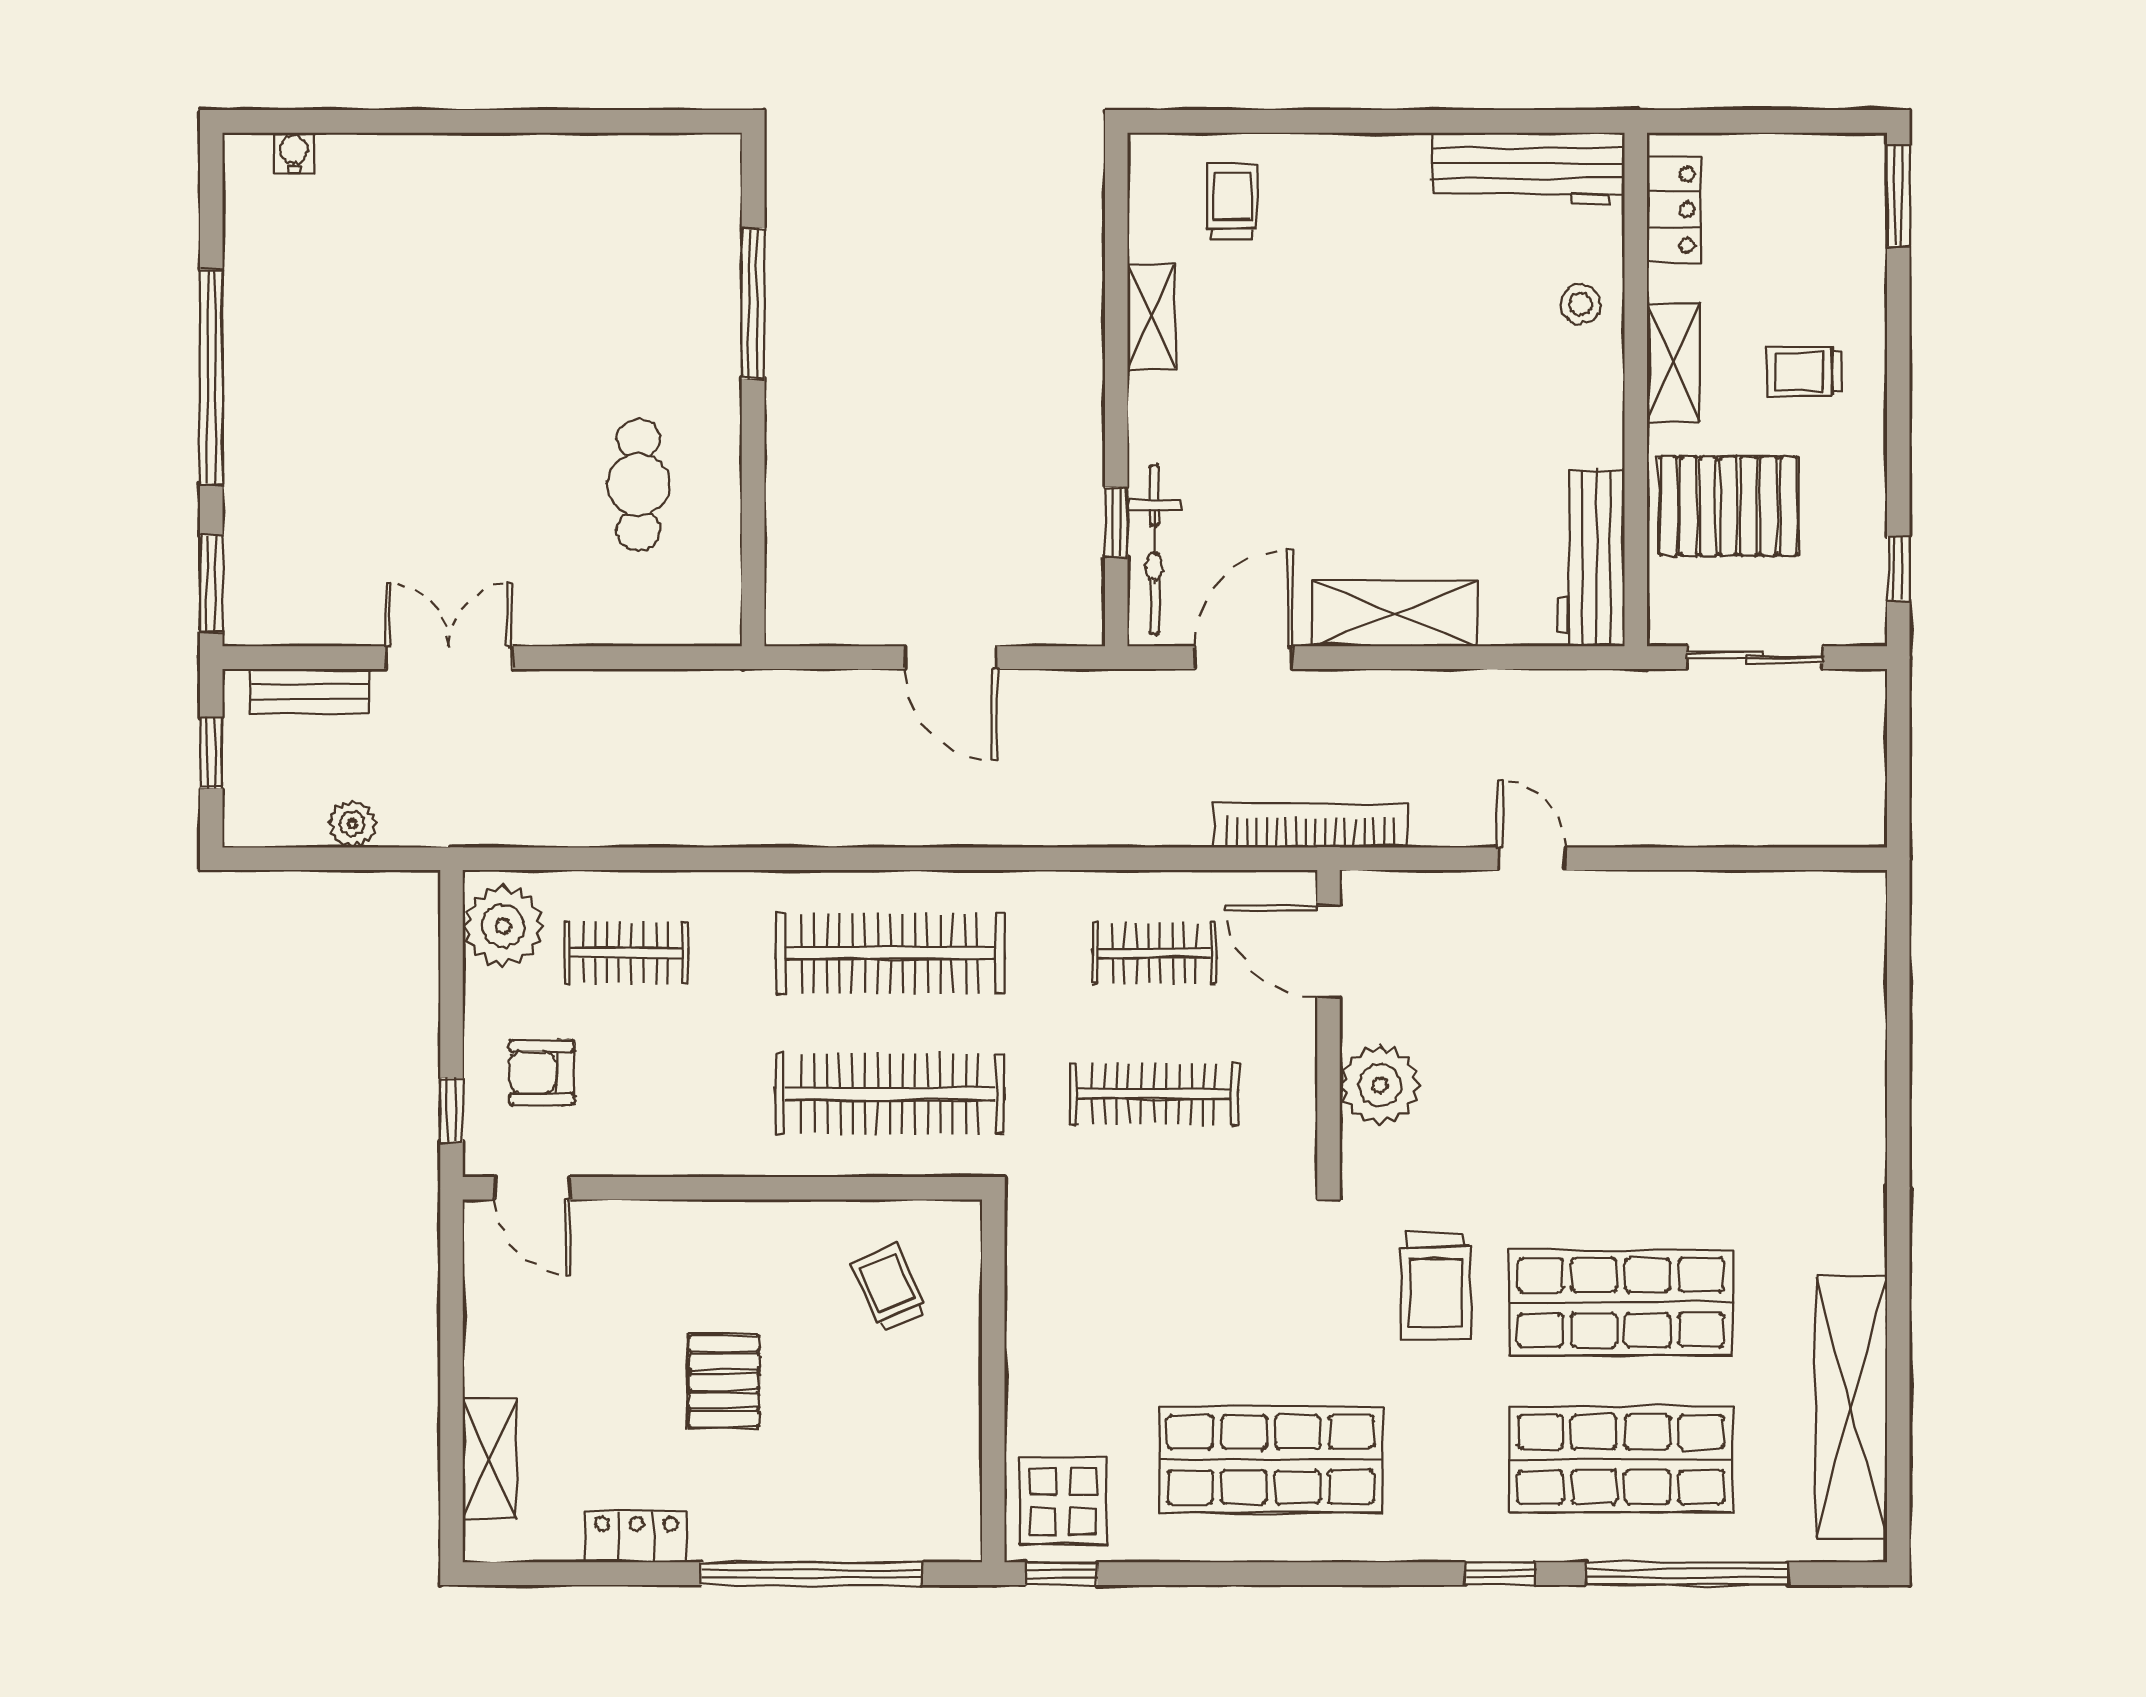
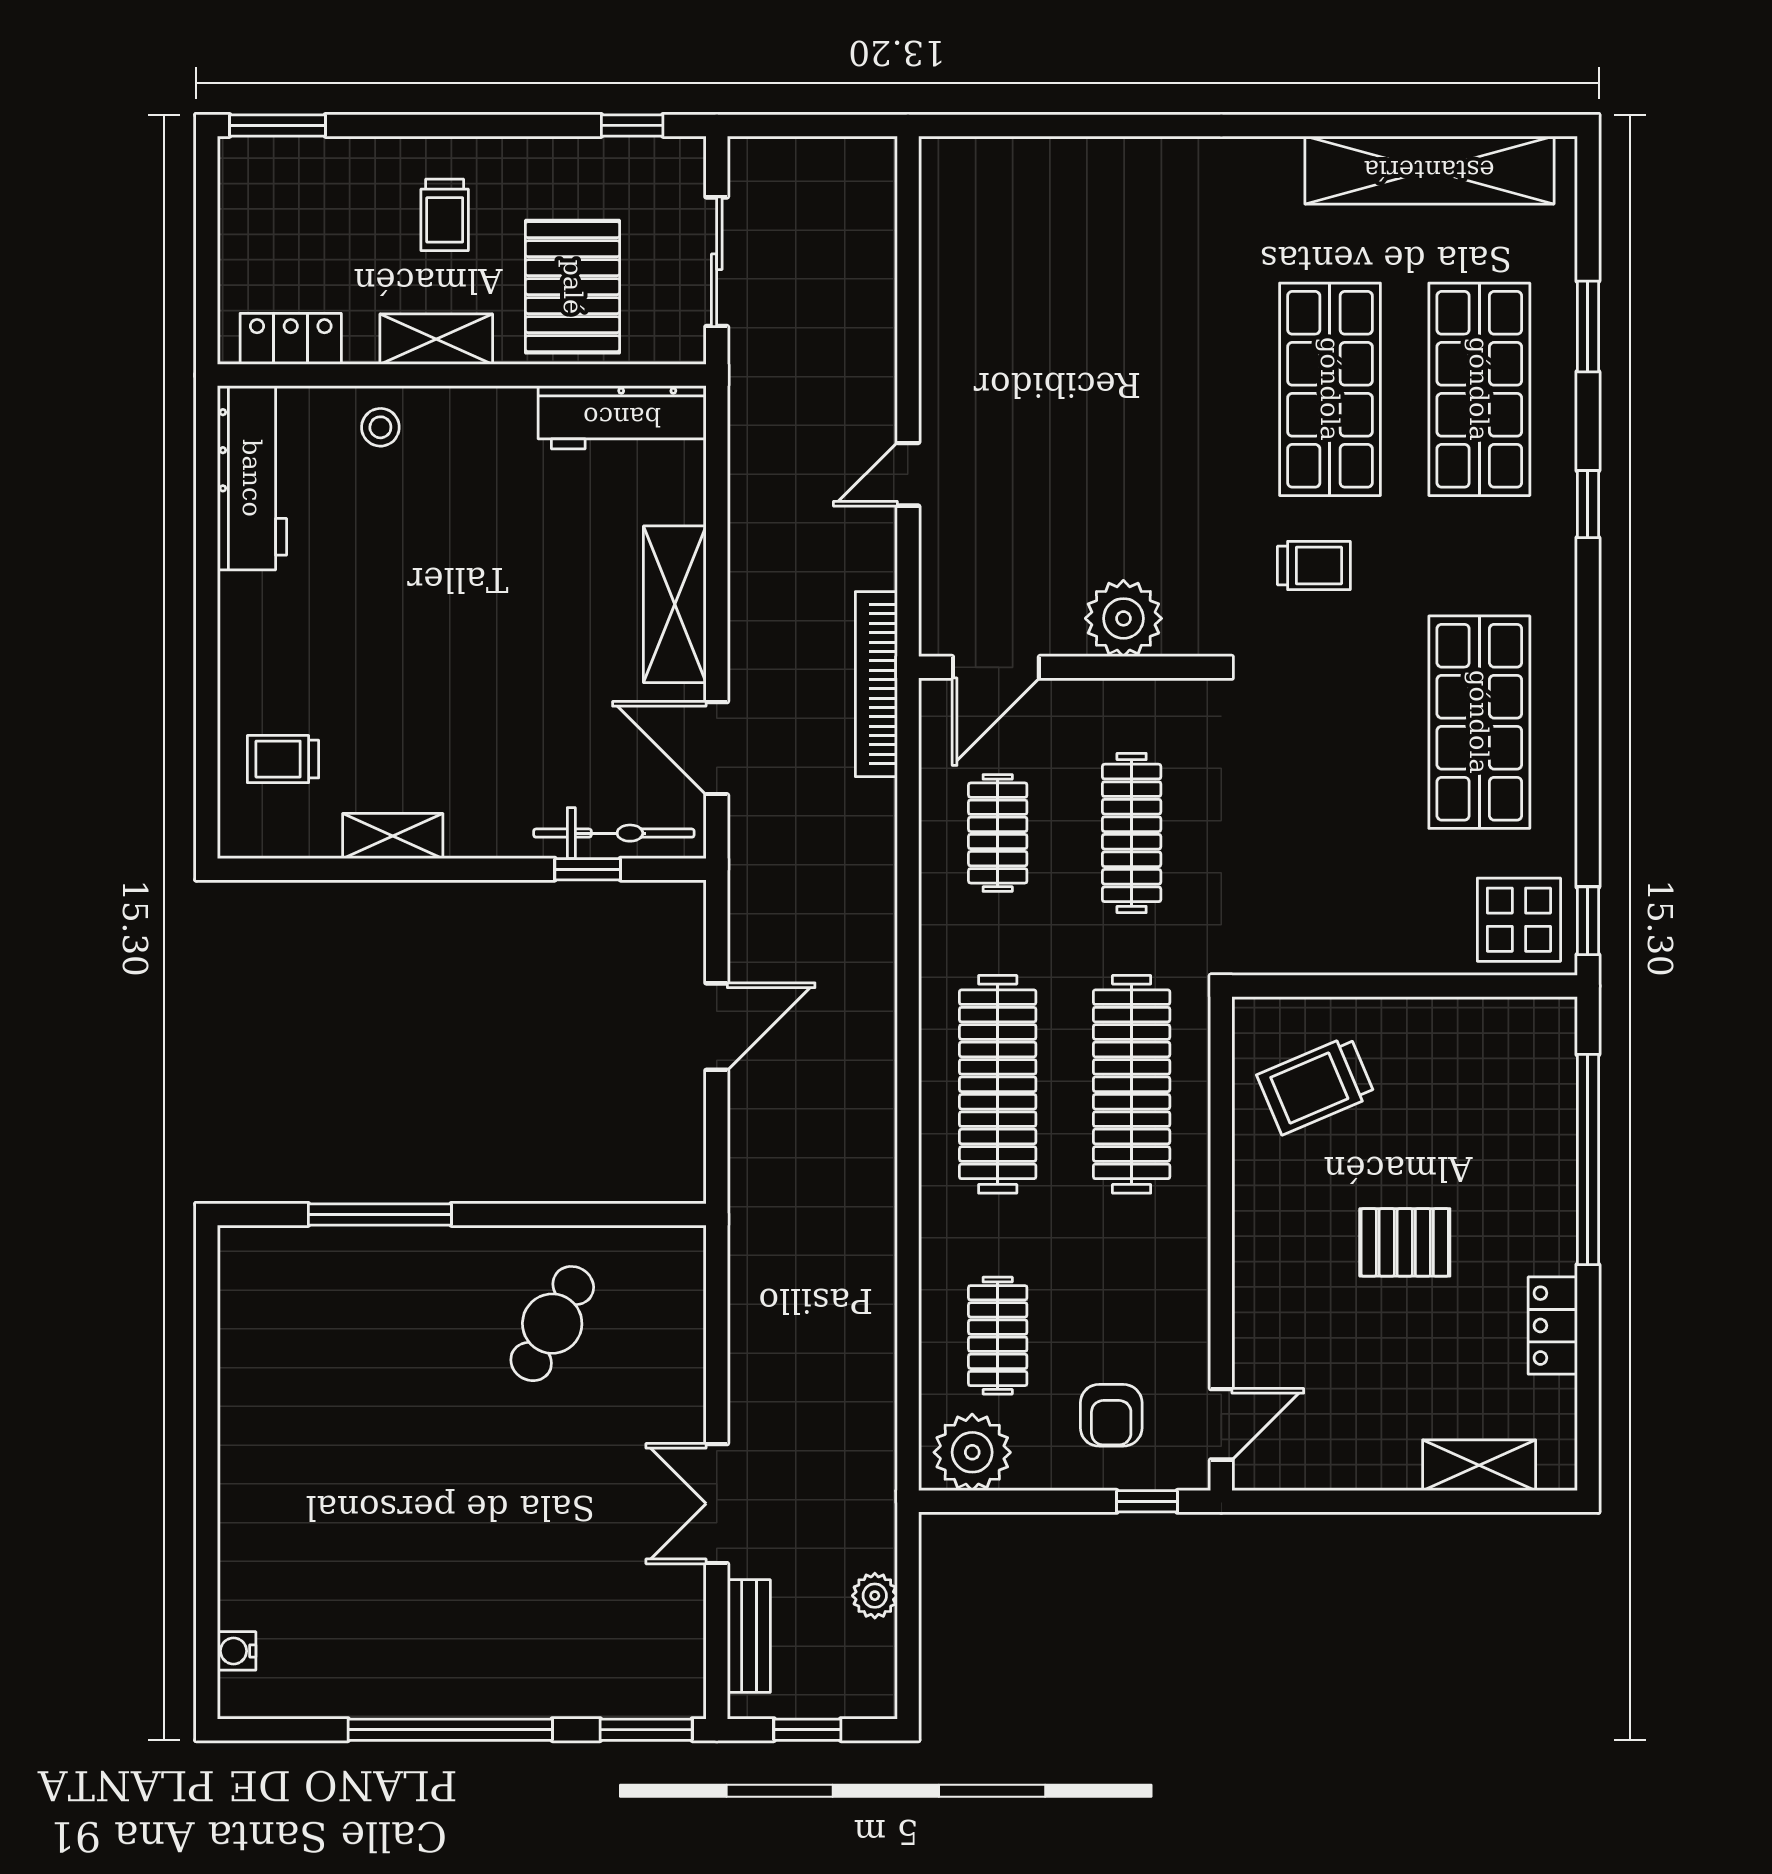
cafe table: (638, 485) -> (552, 1324), turned -61
trolley: (1436, 1286) -> (1314, 565), width x0.73, depth x0.72
trolley: (889, 1288) -> (1316, 1085), width x1.36, depth x1.39
window: (1687, 1574) -> (1588, 326), width x0.47

